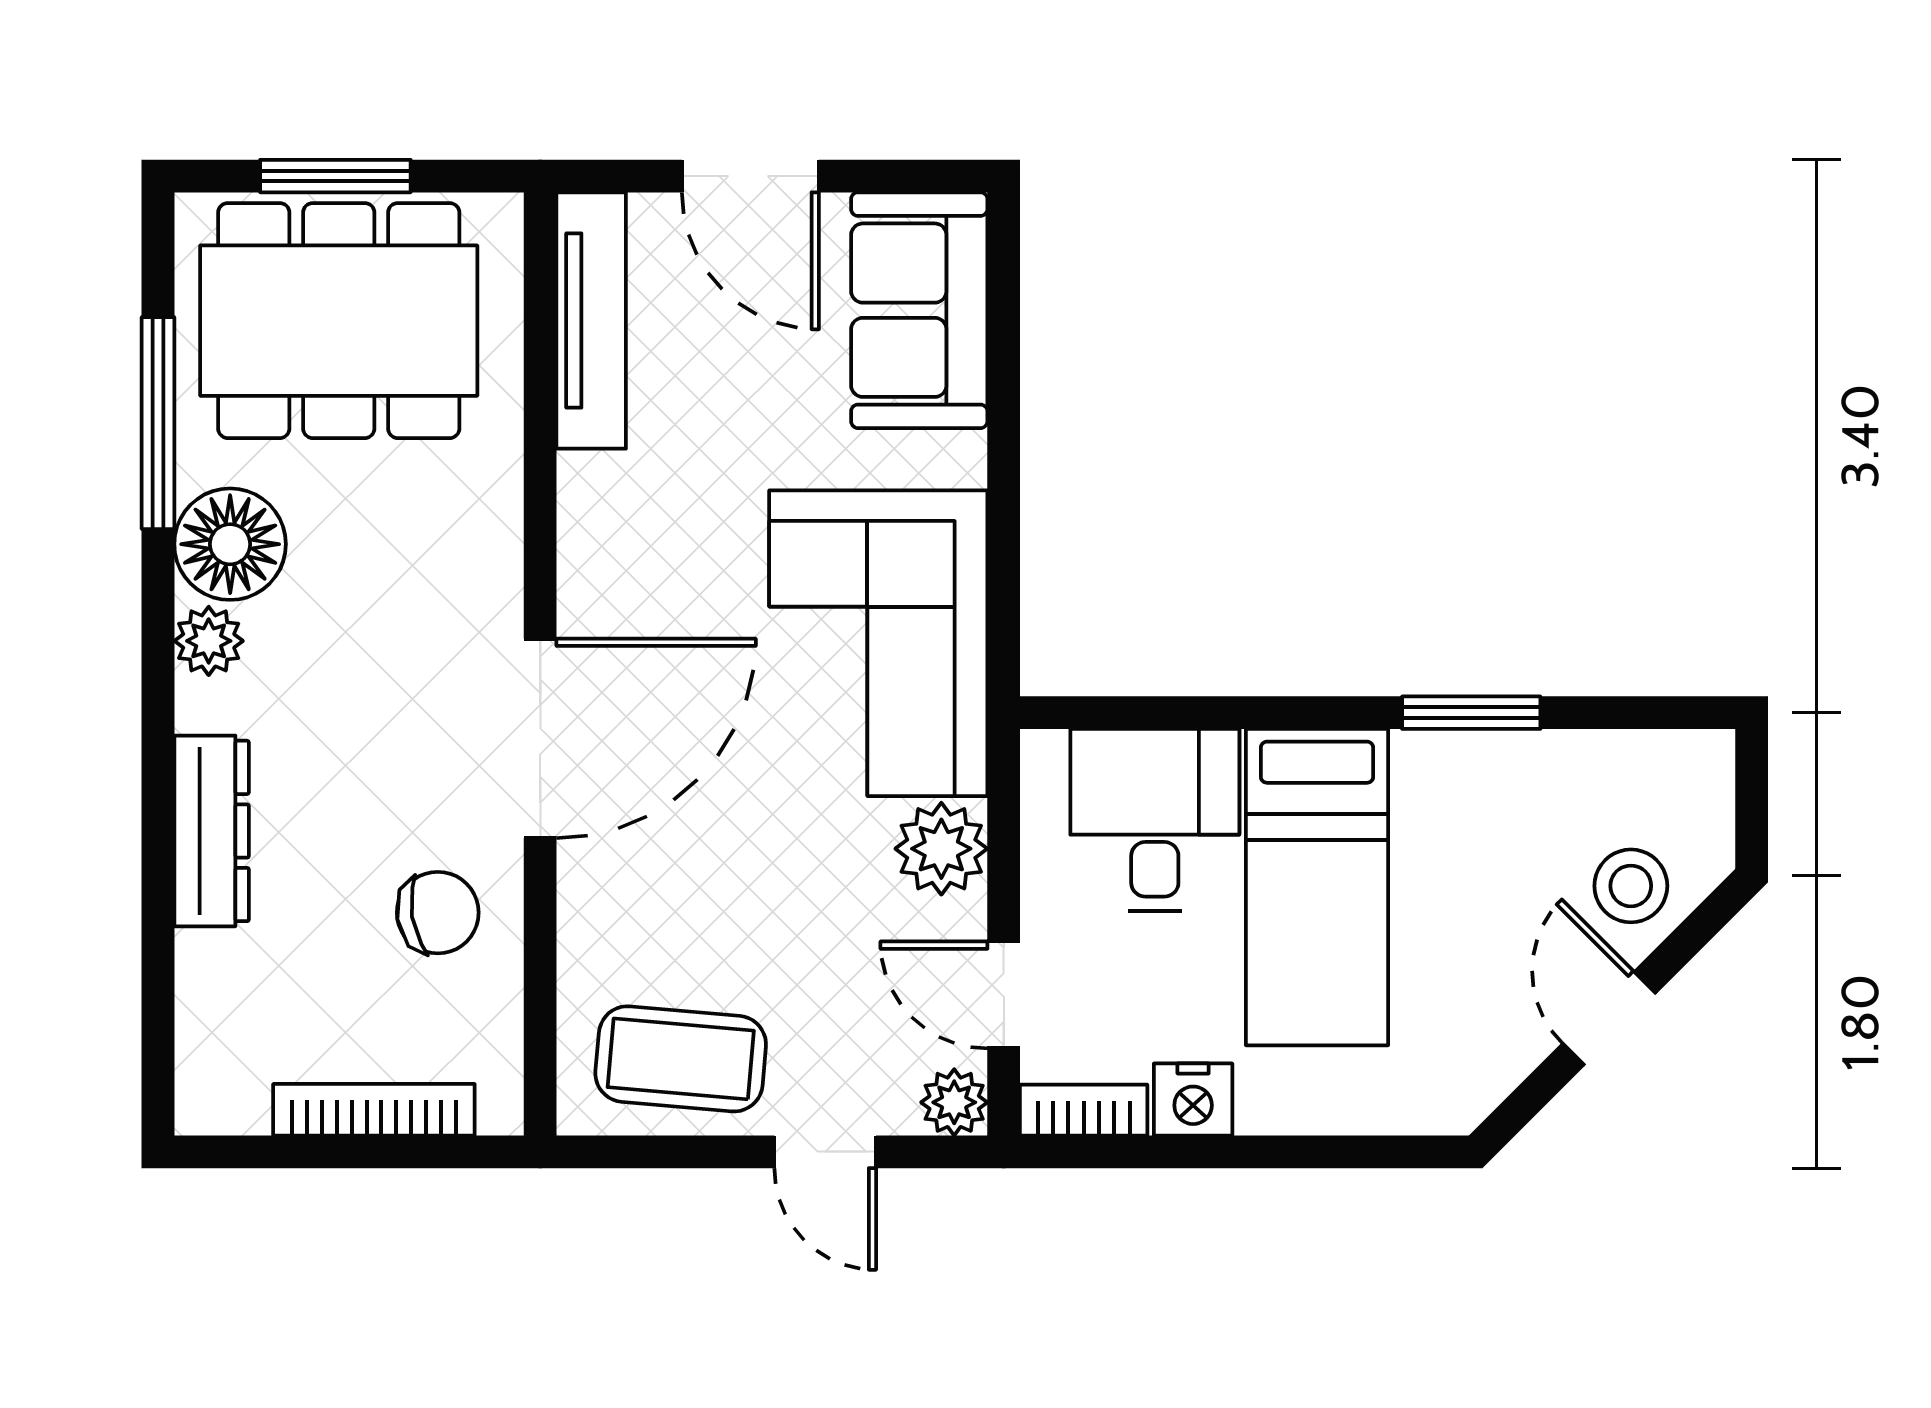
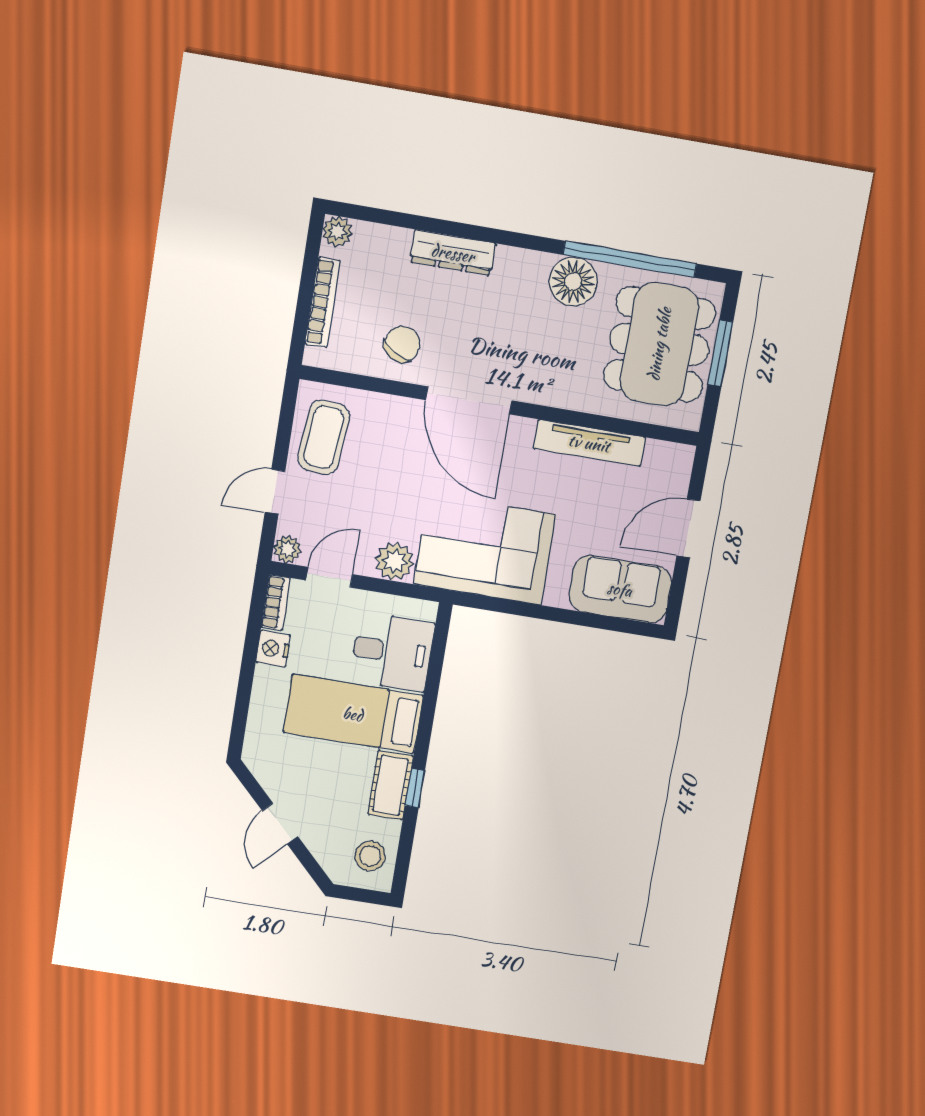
tv unit: (591, 320) -> (589, 443), moved
window: (158, 423) -> (630, 259), width x1.46
plant: (209, 641) -> (338, 231), moved
window: (1471, 713) -> (415, 788), width x0.67
cot: (1474, 772) -> (390, 785), added
stool: (1631, 886) -> (370, 856), moved
chair: (438, 913) -> (402, 344), turned -140
door: (1609, 1018) -> (280, 824), swing flipped

